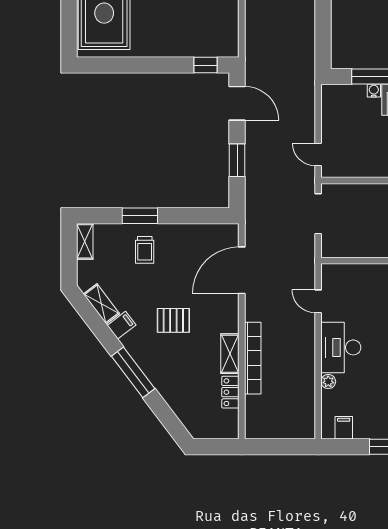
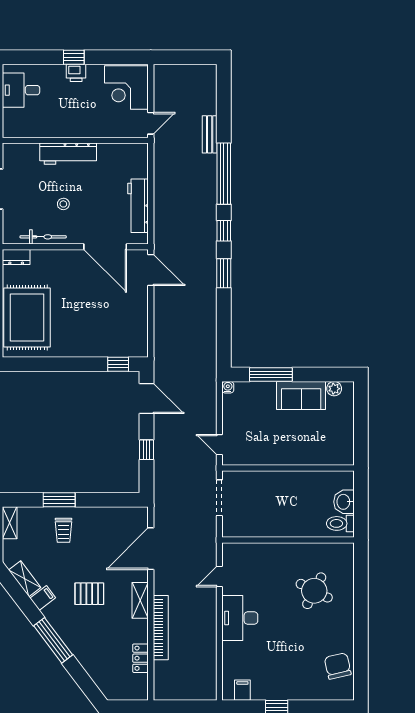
water cooler: (374, 91) -> (228, 387), moved
window: (237, 160) -> (147, 450), width x0.67
door: (318, 301) -> (219, 577), hinge flipped
shelving: (230, 354) -> (140, 600), moved
plant: (328, 382) -> (228, 649), removed

